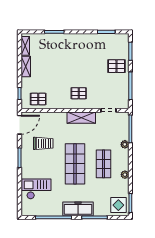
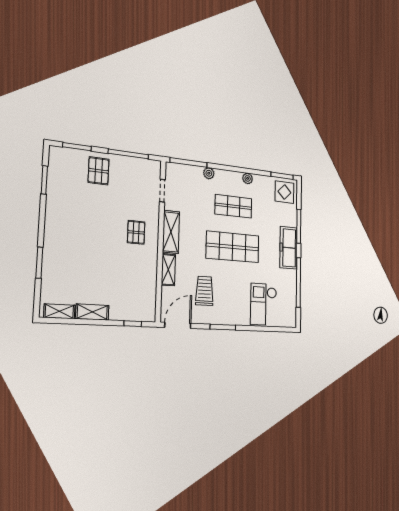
pallet: (38, 99) -> (142, 295), removed
shelving: (56, 117) -> (168, 270), added
door: (20, 125) -> (178, 325), hinge flipped

